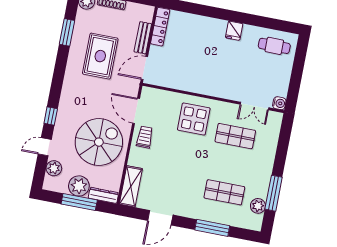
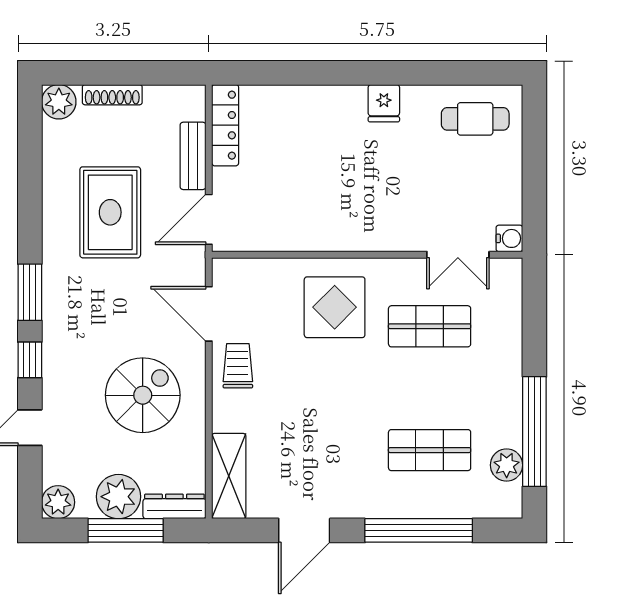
window: (67, 32) -> (30, 292), moved
spiral stairs: (99, 142) -> (143, 395), width x0.73, depth x0.73
plant: (54, 168) -> (58, 502), moved
window: (274, 193) -> (534, 432), width x1.46
window: (212, 228) -> (419, 530), width x1.46

